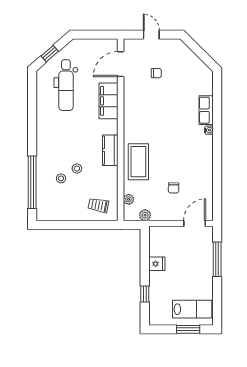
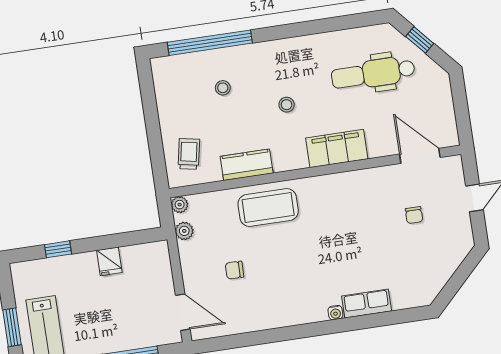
filing cabinet: (109, 101) -> (337, 149), moved
kitchen counter: (110, 150) -> (247, 165), moved
stool: (77, 169) -> (287, 105), moved
plant: (129, 199) -> (180, 205), moved

